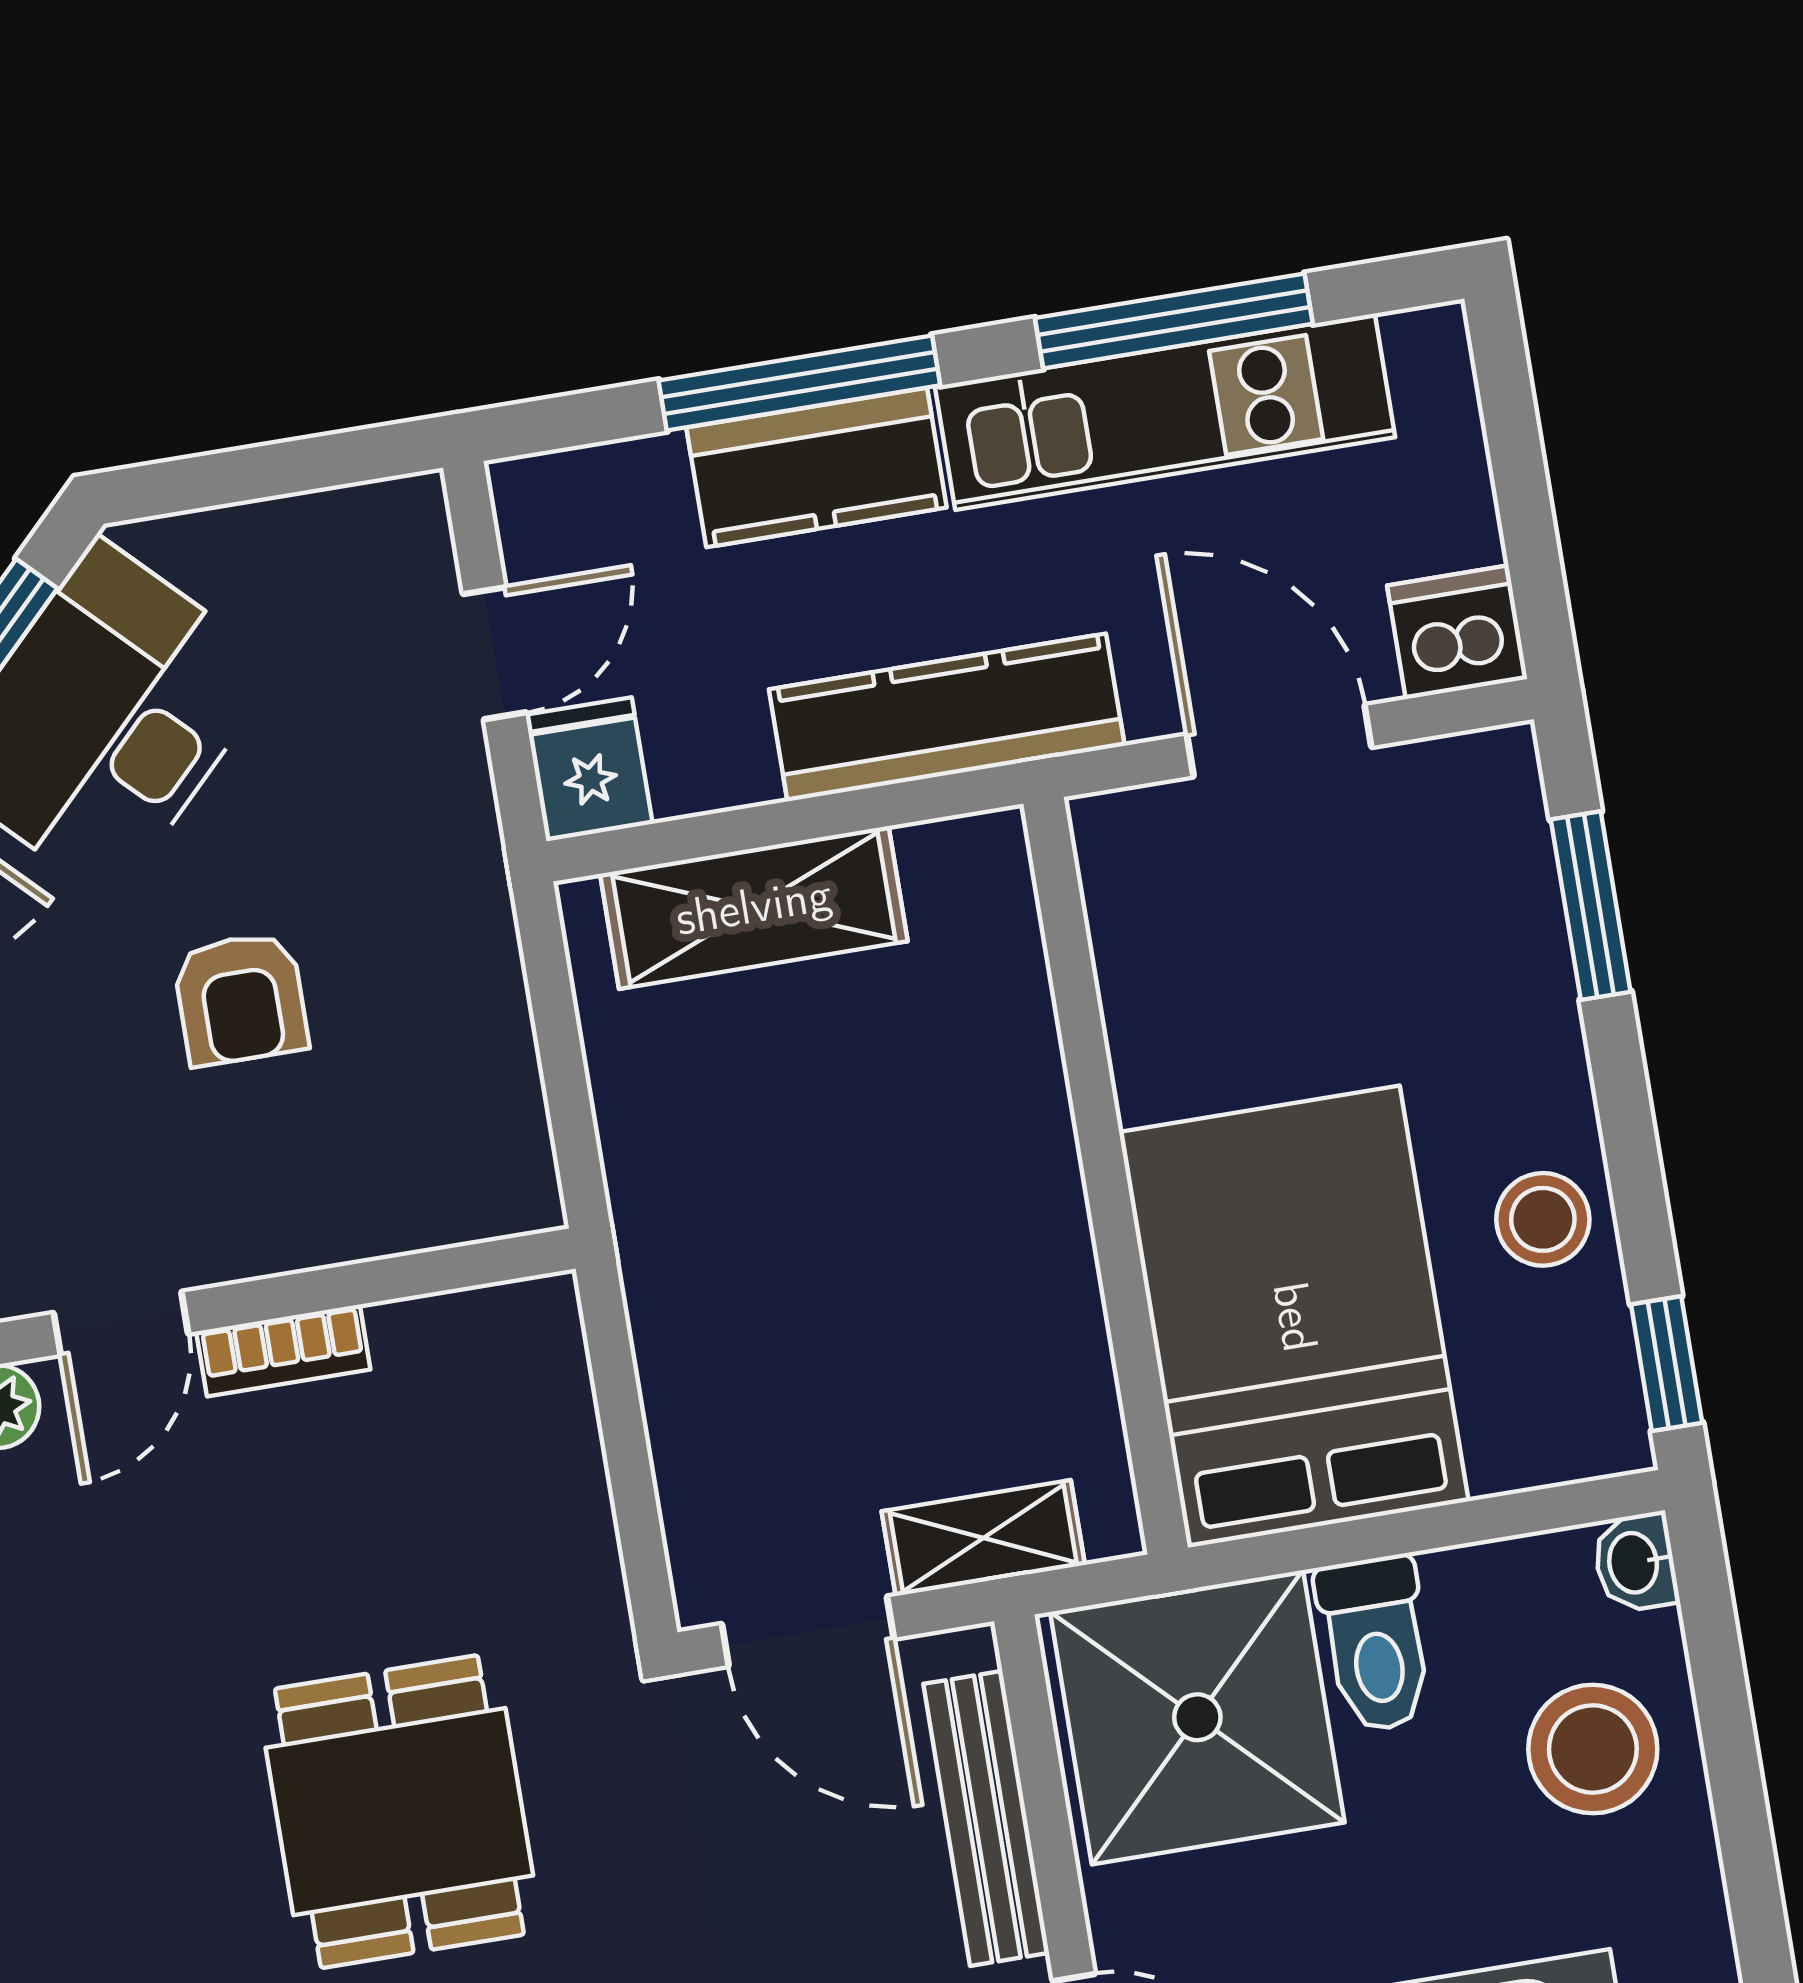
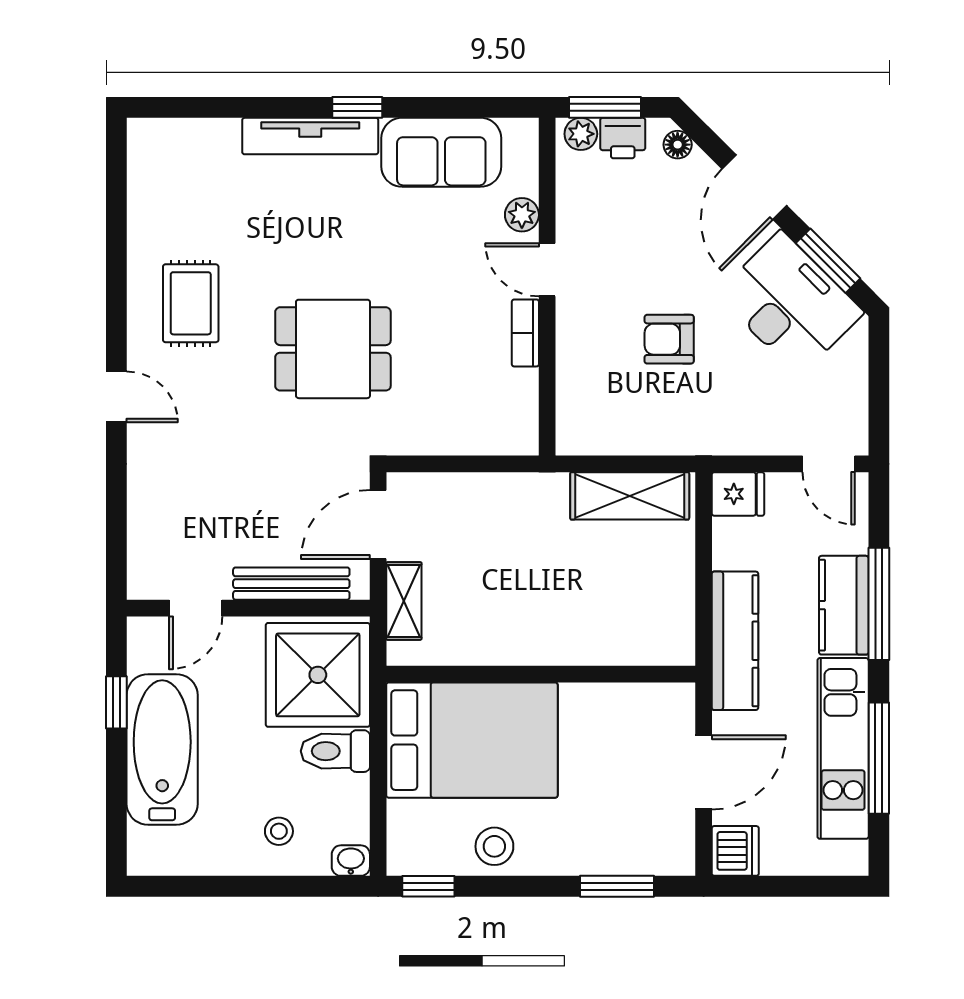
door: (495, 653) -> (829, 464), moved
shelving: (754, 907) -> (630, 496), moved, turned 90
stool: (1593, 1749) -> (279, 831), width x0.53, depth x0.53

